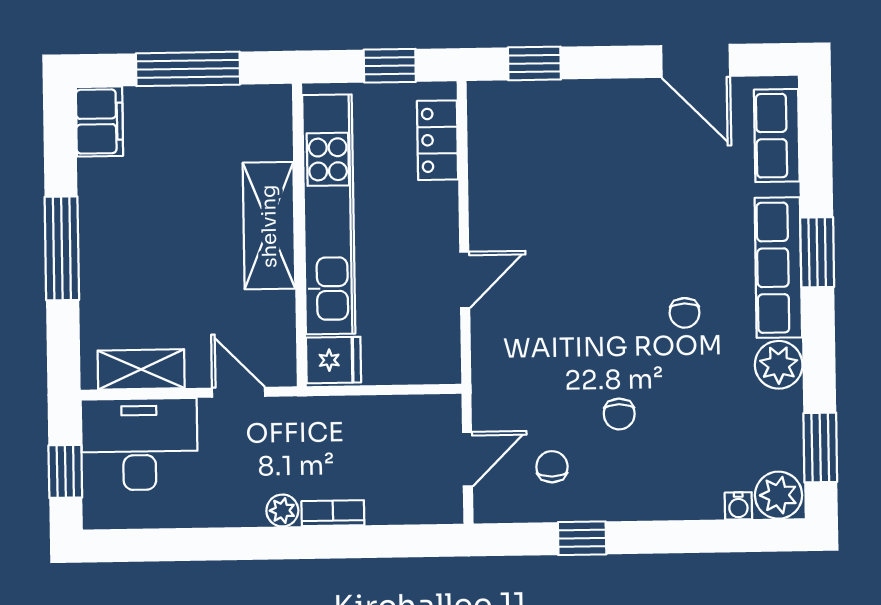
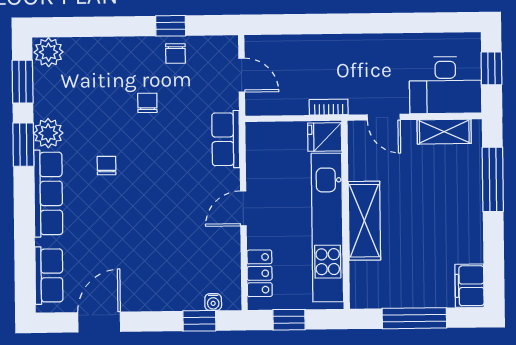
door: (696, 61) -> (99, 322), hinge flipped
window: (62, 248) -> (493, 179), moved
window: (817, 252) -> (23, 145), moved
door: (465, 280) -> (243, 208), moved
row of seats: (493, 356) -> (226, 139), added
door: (467, 459) -> (242, 75), swing flipped
chair: (552, 467) -> (175, 53), moved
water cooler: (738, 506) -> (213, 302), moved, turned 180
plant: (282, 511) -> (357, 44), removed
bookcase: (333, 513) -> (329, 107), moved, turned 180

